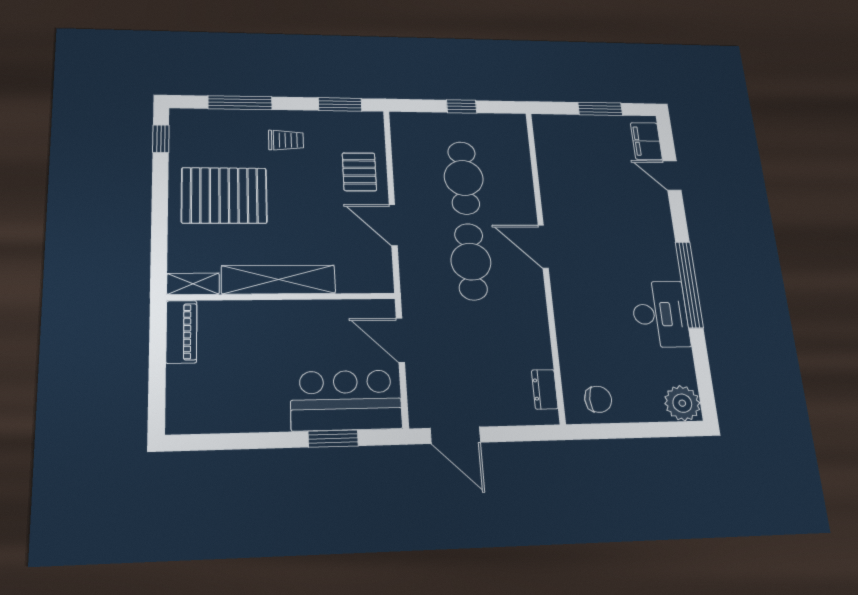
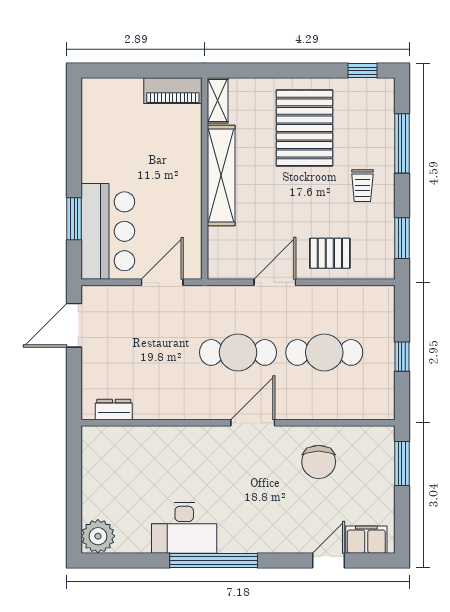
window: (600, 109) -> (402, 463), moved
chair: (598, 399) -> (319, 462), moved, width x1.37, depth x1.37

